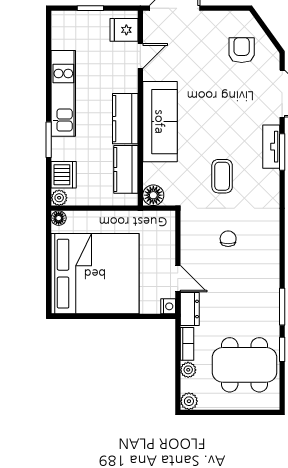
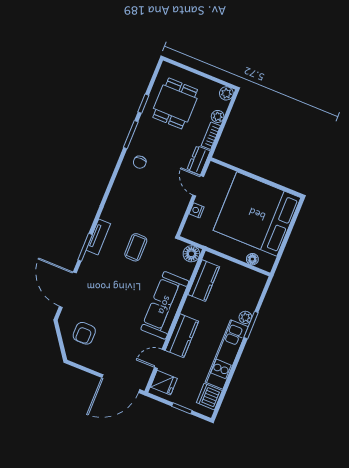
kitchen counter: (125, 119) -> (182, 336), moved
tv unit: (271, 147) -> (98, 237), moved
dishwasher: (64, 175) -> (209, 397), moved
plant: (59, 198) -> (245, 317), moved
floor lamp: (59, 218) -> (252, 259), moved
chair: (228, 239) -> (140, 162), moved
nightstand: (168, 306) -> (197, 210), moved
dining table: (244, 365) -> (175, 103), width x0.73

